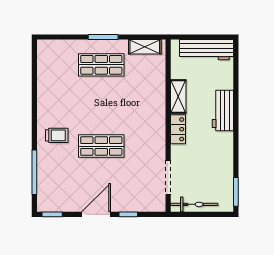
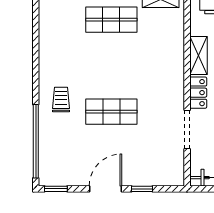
trolley: (57, 135) -> (61, 100), turned -90
window: (34, 172) -> (36, 141), width x1.46
doorway: (168, 177) -> (187, 129), moved

